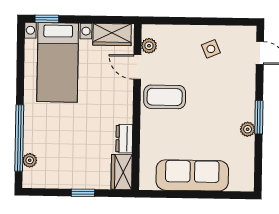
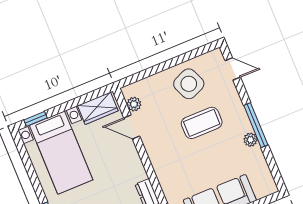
side table: (211, 49) -> (189, 84), width x1.87, depth x1.87
coffee table: (165, 97) -> (202, 123), moved
window: (259, 117) -> (256, 125), width x1.44

